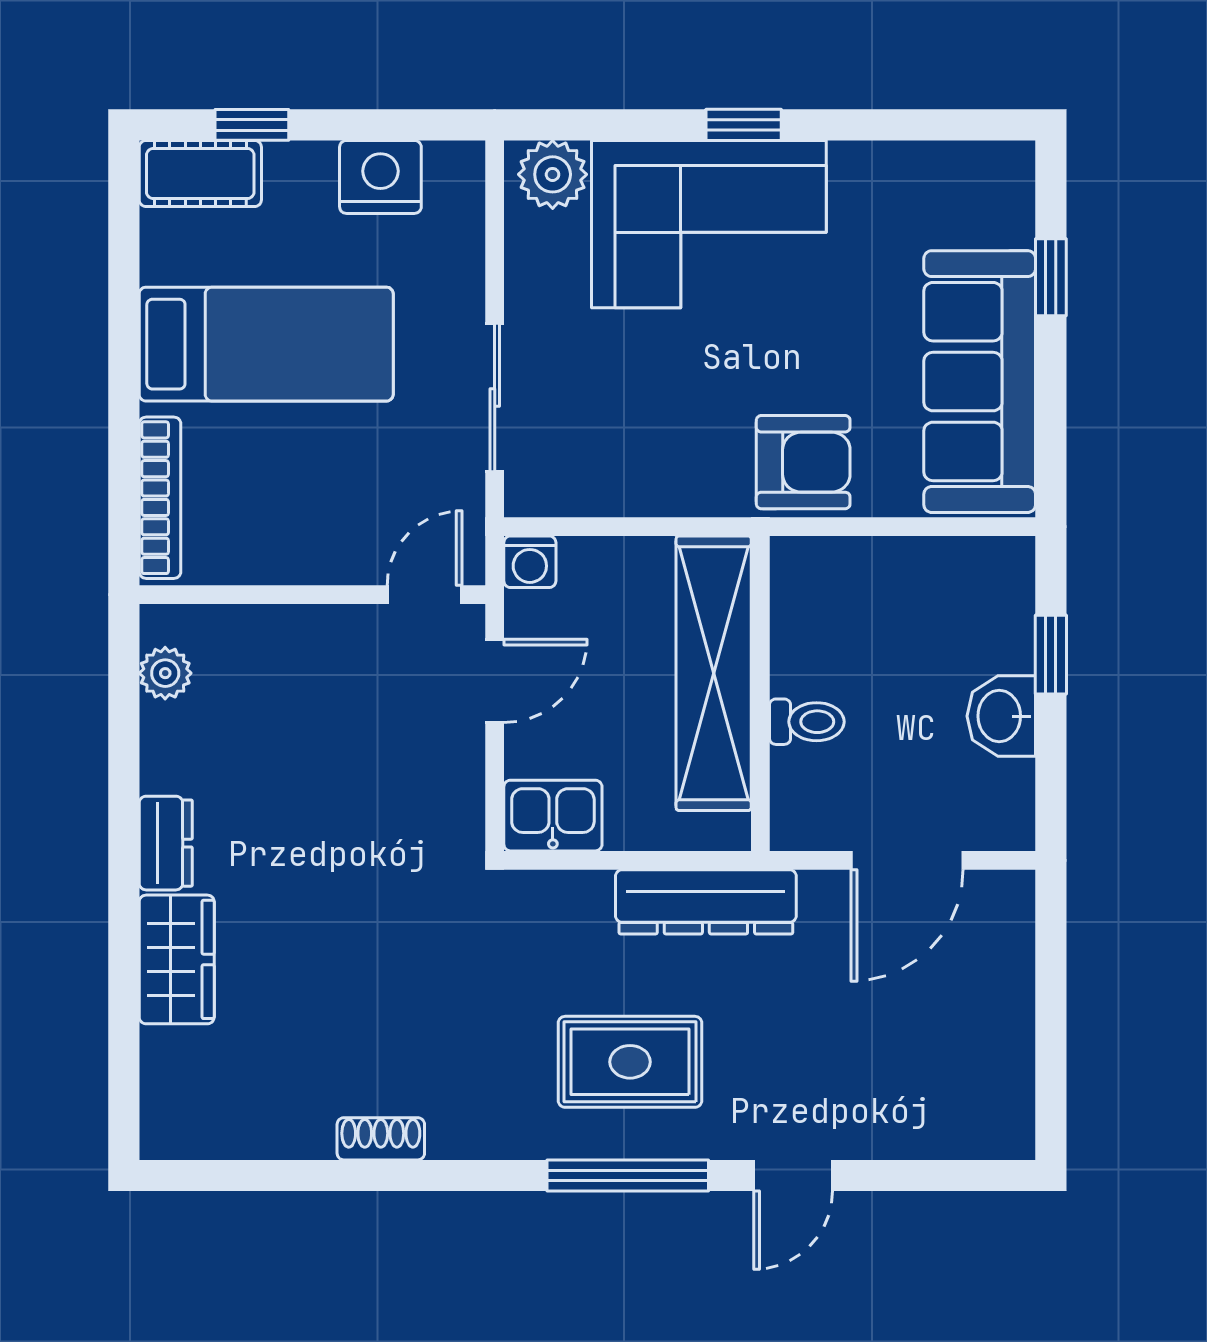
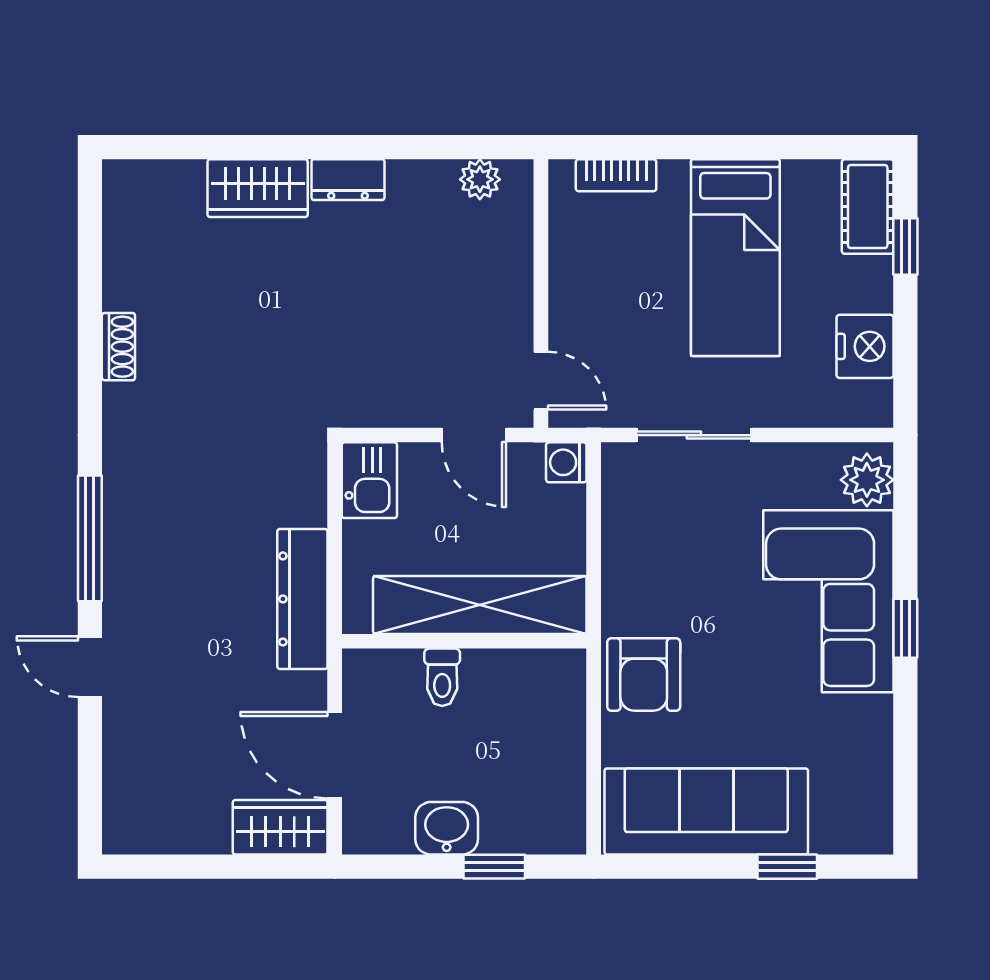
bookcase: (160, 498) -> (616, 175), width x0.64
wardrobe: (1000, 930) -> (280, 827), added
rug: (630, 1062) -> (178, 540), removed

